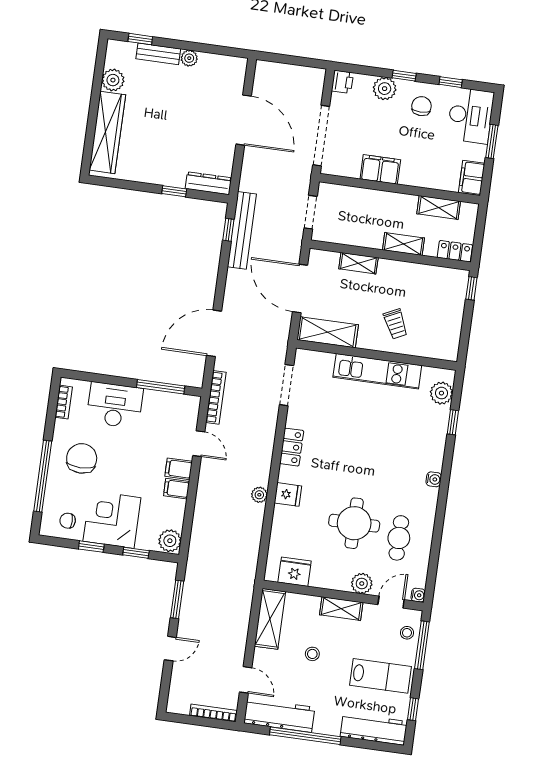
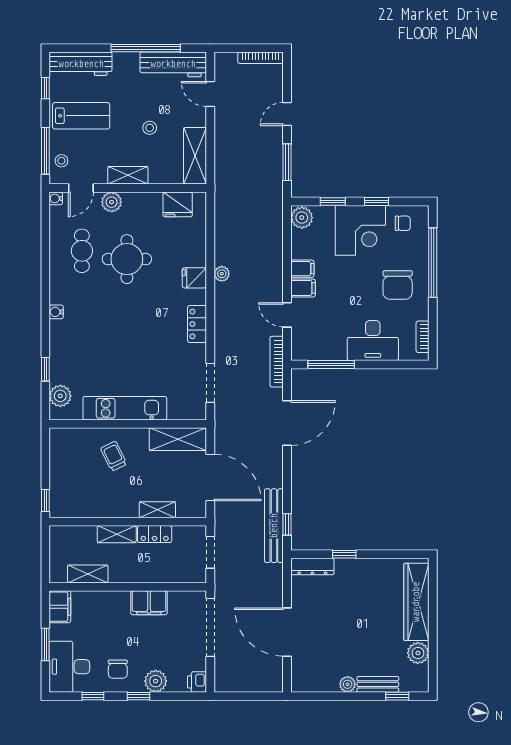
locker: (455, 251) -> (155, 534), moved
lab bench: (381, 676) -> (81, 116), turned 180
bookcase: (214, 713) -> (260, 58), moved

